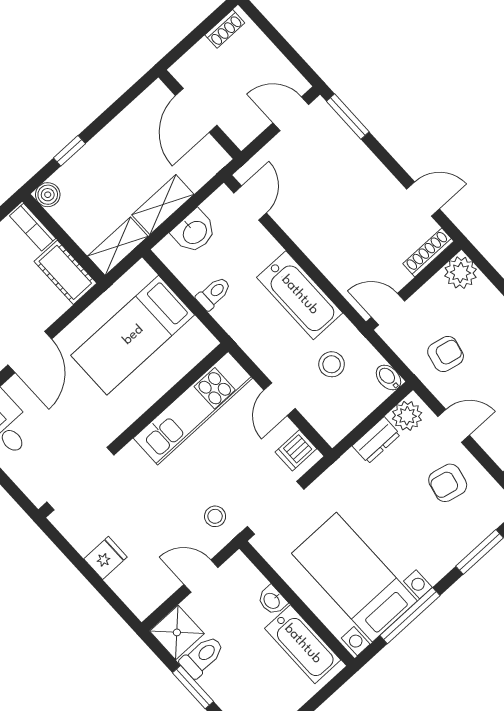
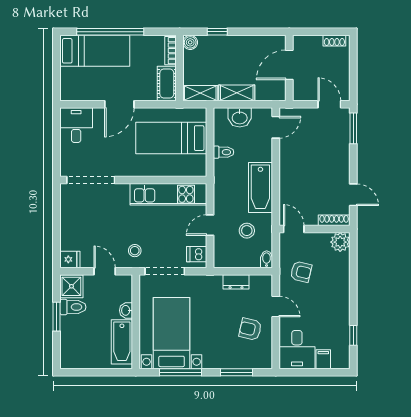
plant: (407, 416) -> (259, 283), removed
fridge: (105, 558) -> (70, 259), moved

